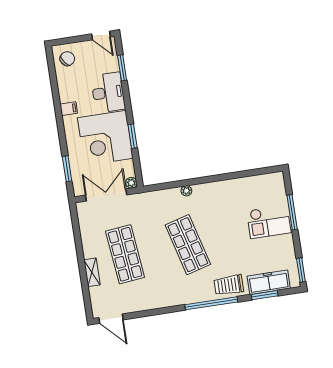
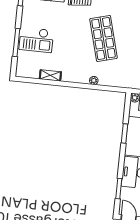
shelving: (241, 183) -> (50, 75), added
checkout: (269, 222) -> (36, 40), turned 180

